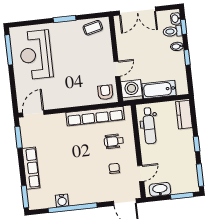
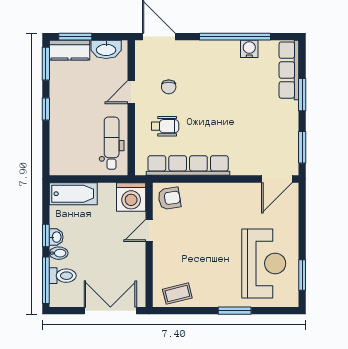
window: (65, 19) -> (235, 311), moved
washbasin: (176, 19) -> (56, 237), moved
window: (184, 27) -> (46, 280), width x2.17
window: (9, 50) -> (302, 275), width x0.69
bathtub: (159, 90) -> (73, 194), moved
armchair: (105, 92) -> (169, 198), turned -99
kitchen counter: (184, 115) -> (70, 50), moved, turned 90
row of seats: (31, 168) -> (289, 70), moved
door: (141, 173) -> (131, 92), moved
window: (25, 197) -> (302, 95), moved

